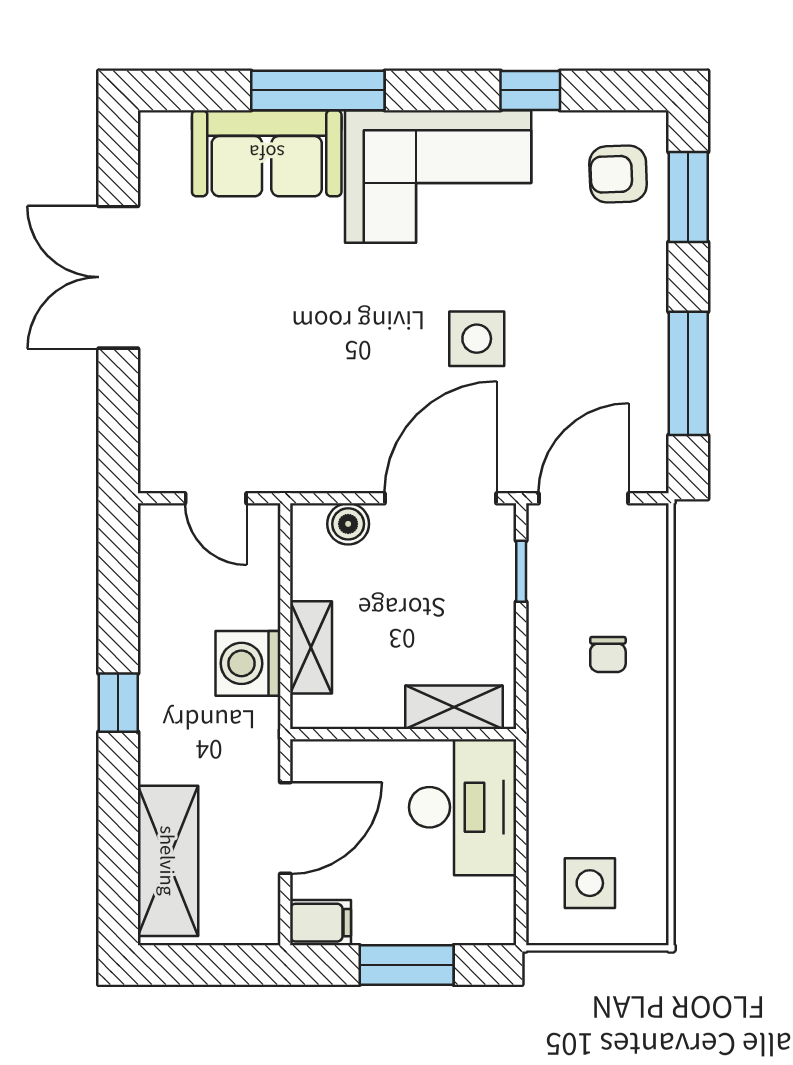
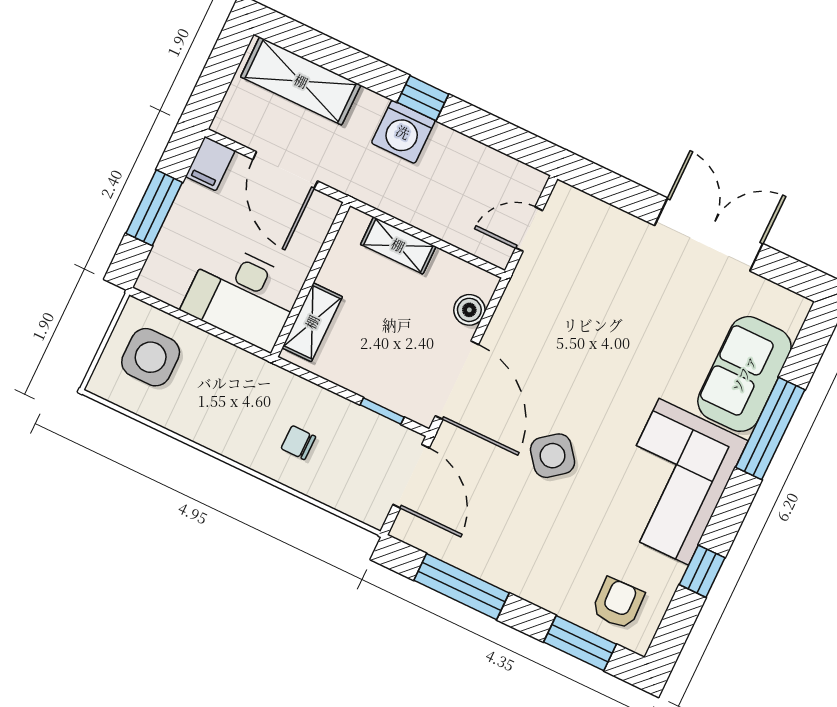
side table: (477, 339) -> (553, 456), turned -38
washing machine: (248, 663) -> (403, 132), moved, turned 180
side table: (590, 883) -> (151, 357), width x1.37, depth x1.37

